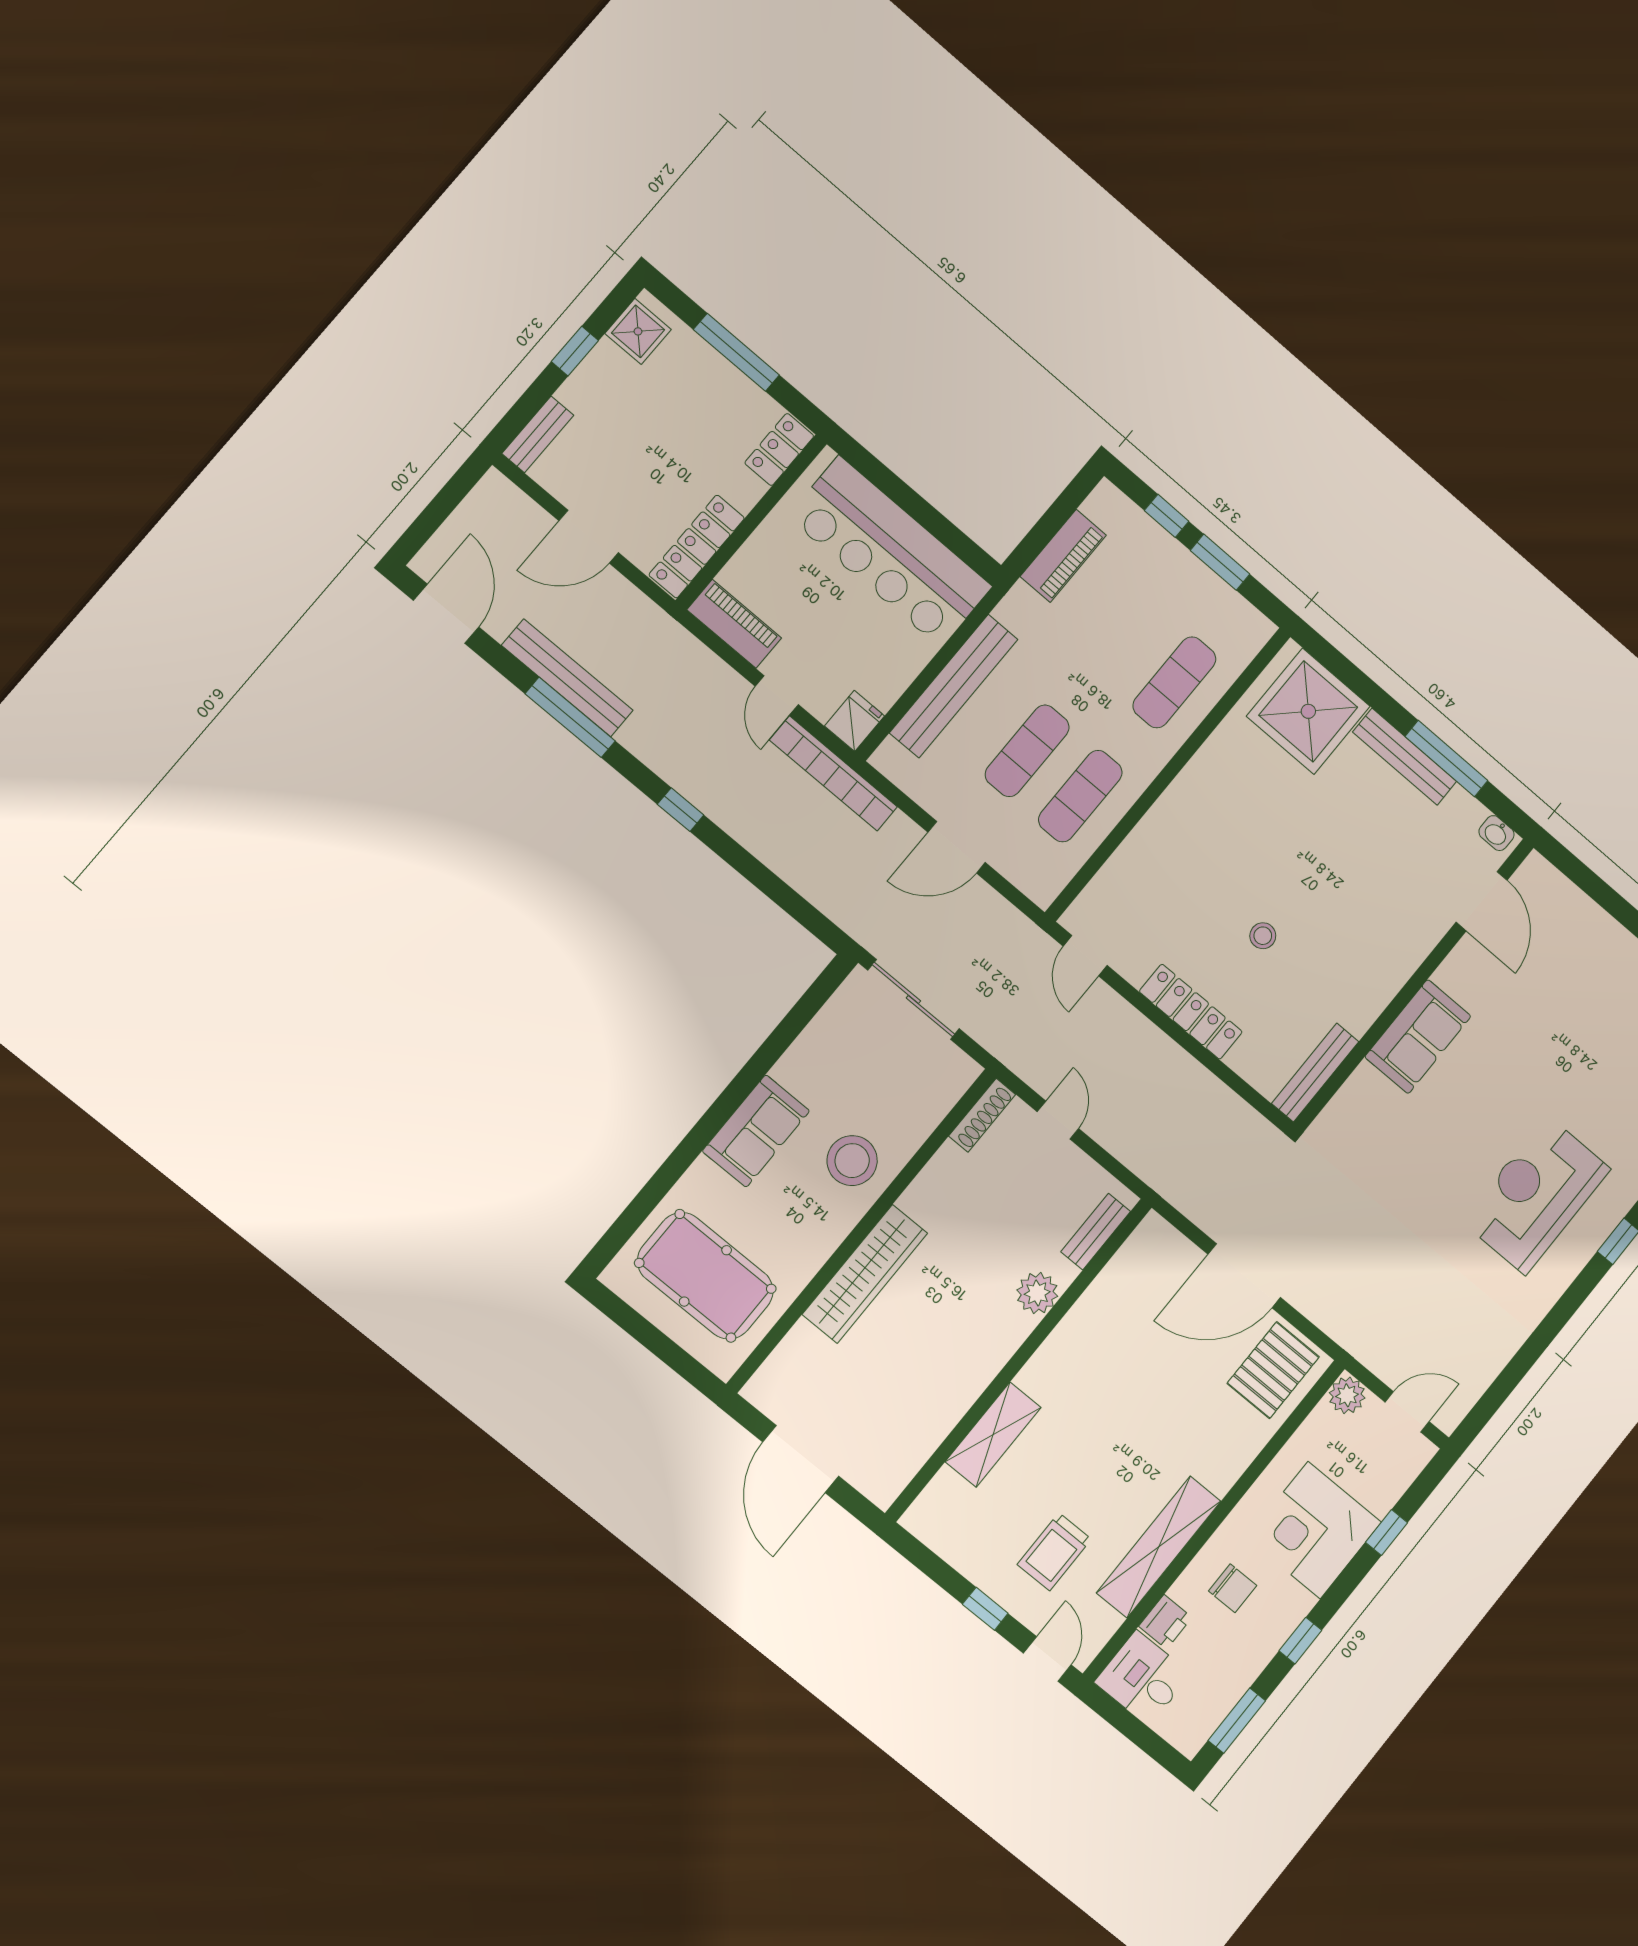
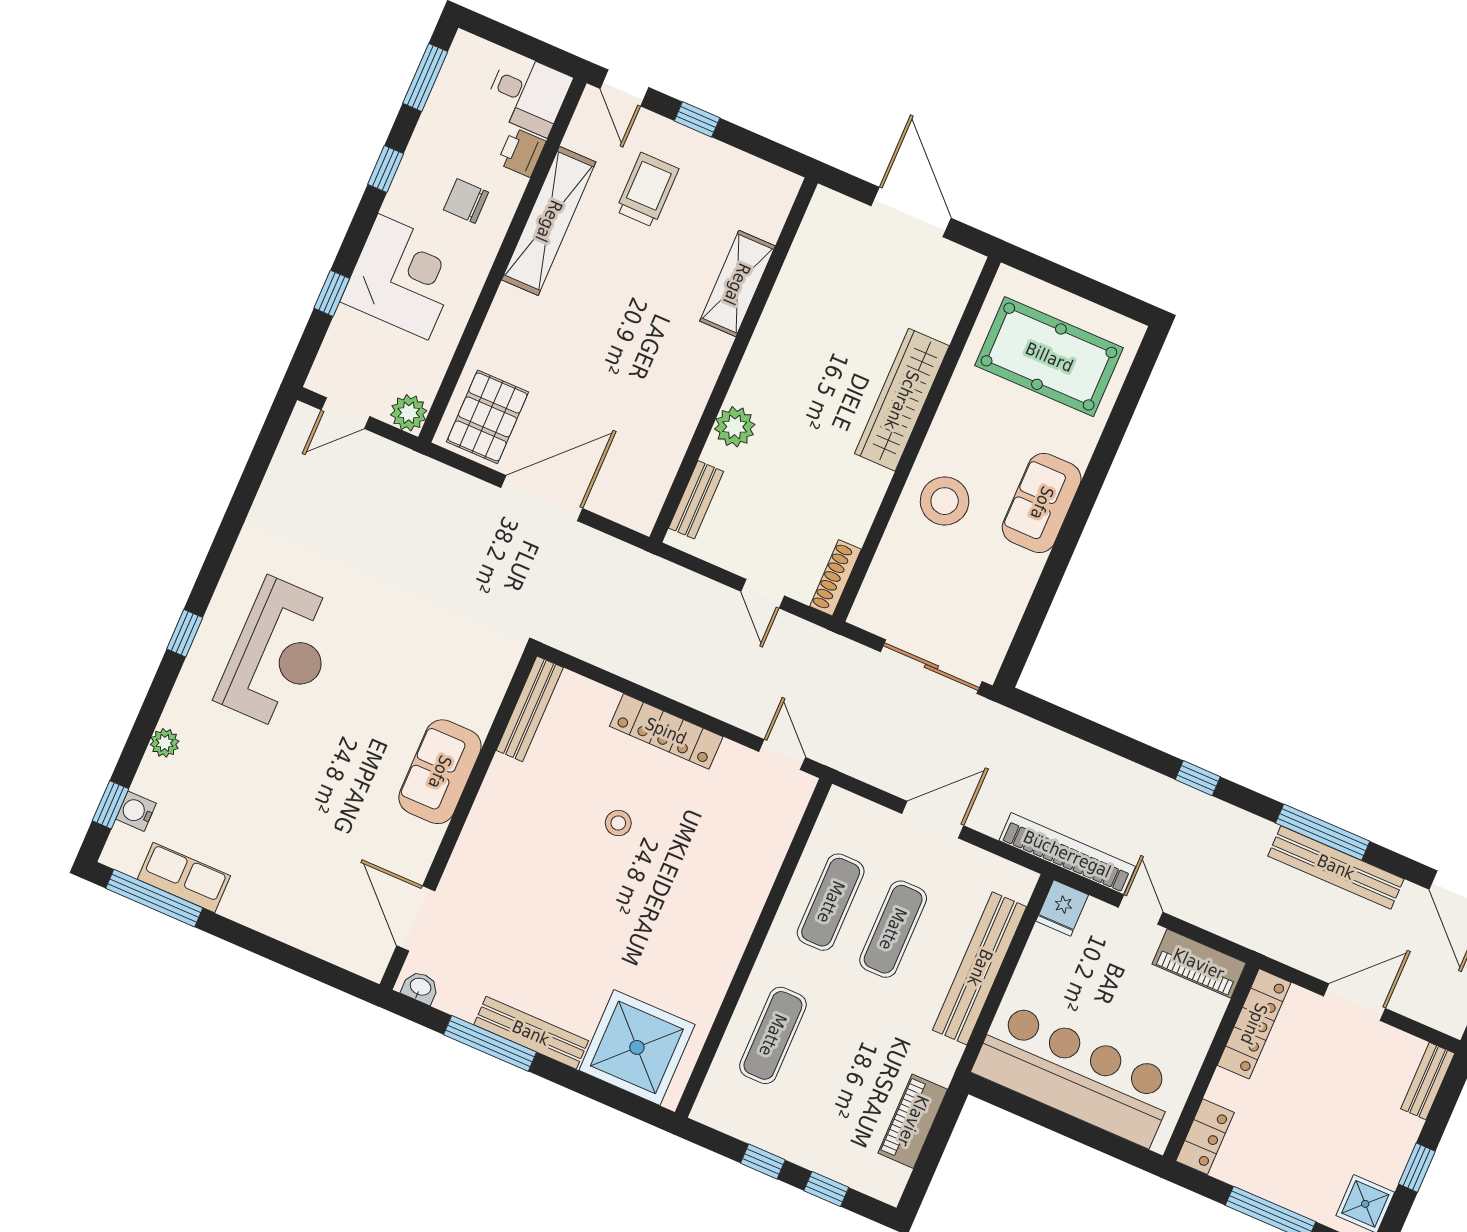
window: (1220, 562) -> (763, 1161), width x0.67

